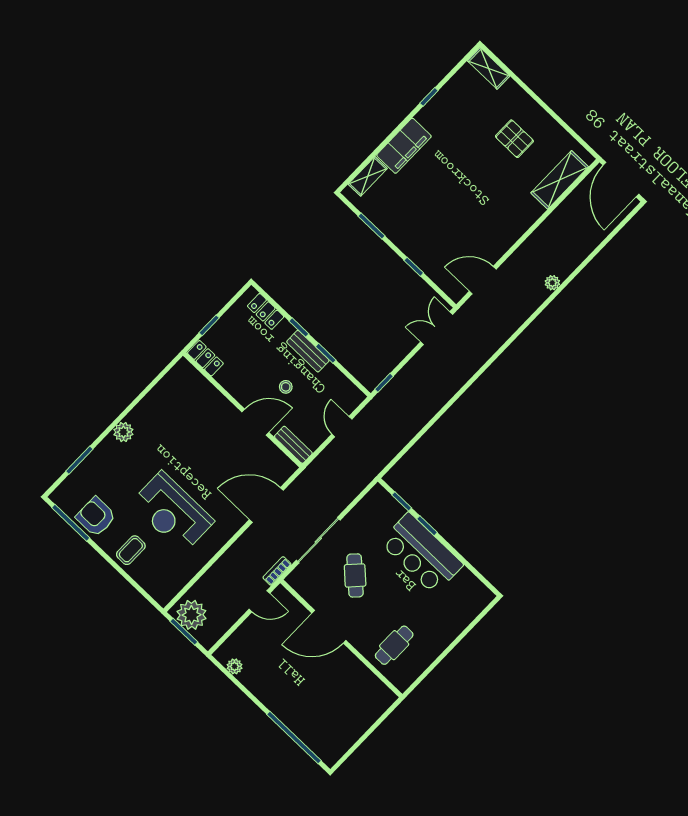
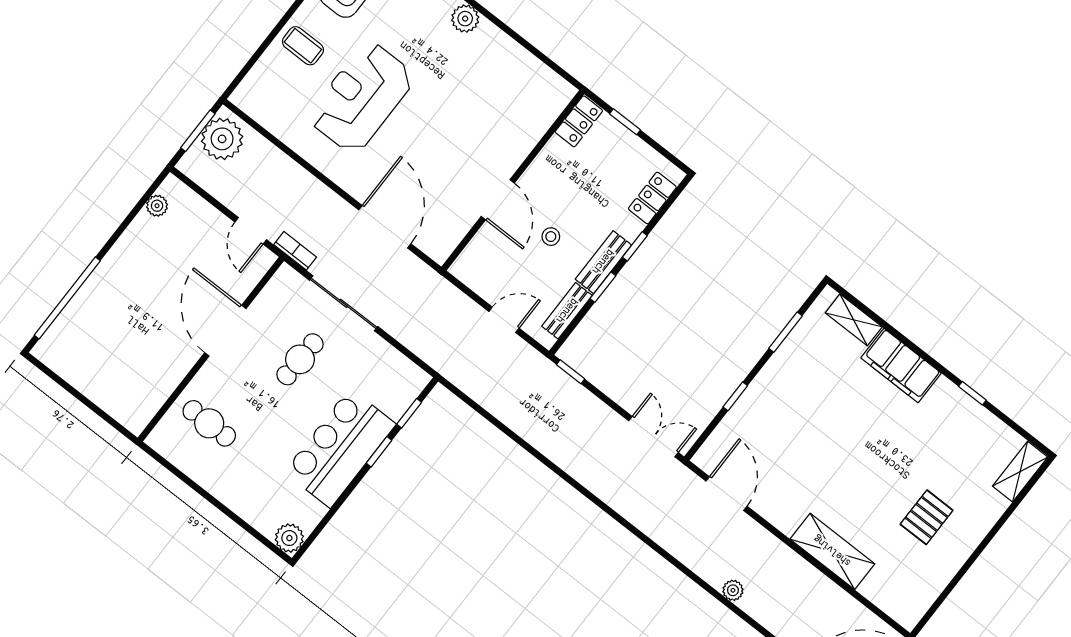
shelving: (560, 180) -> (832, 551), moved
bench: (293, 445) -> (567, 311), moved
cafe table: (355, 575) -> (300, 359), turned -41
plant: (482, 596) -> (289, 538), added

